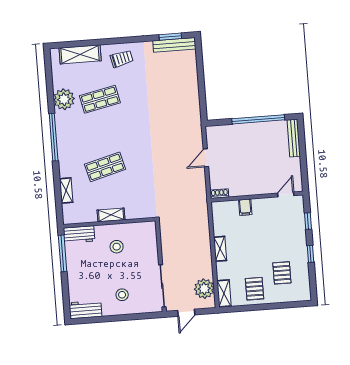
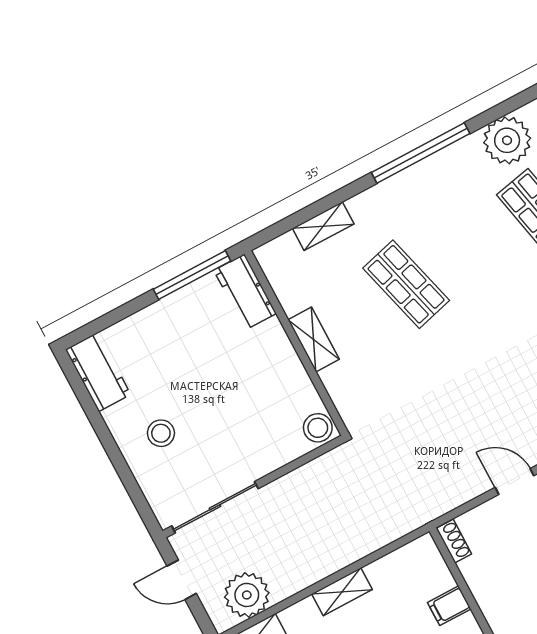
stool: (117, 247) -> (318, 428), moved

